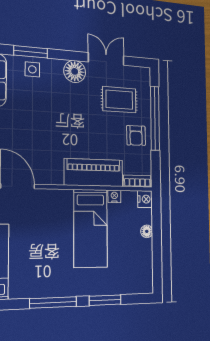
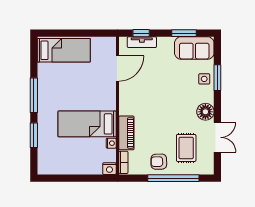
piano: (94, 173) -> (126, 133), width x0.73, depth x0.75
floor lamp: (147, 231) -> (85, 170), removed

